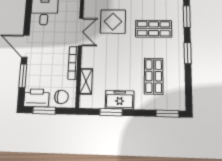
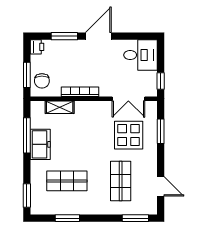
double door: (81, 32) -> (128, 99), moved
window: (188, 53) -> (67, 218), moved
printer: (36, 98) -> (37, 47), width x0.53, depth x0.68
window: (44, 110) -> (27, 75), moved
window: (111, 112) -> (27, 135), width x1.44

